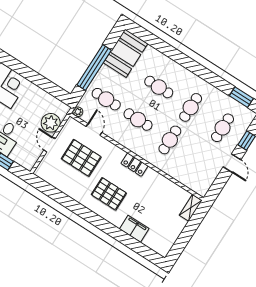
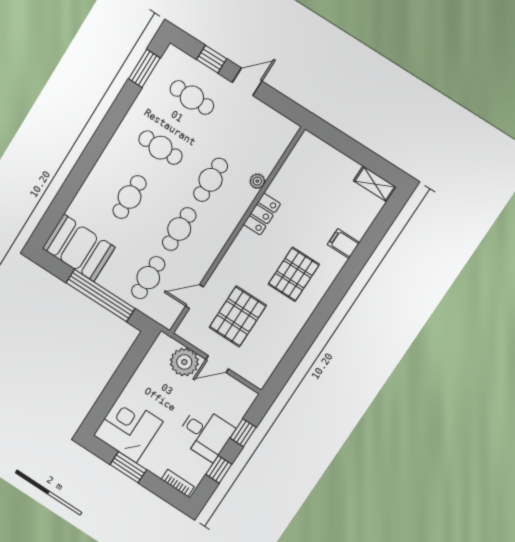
plant: (78, 112) -> (257, 181), moved
cafe table: (170, 140) -> (211, 180), turned 90
locker: (135, 165) -> (262, 214), moved
shelving: (191, 208) -> (375, 184), moved
filing cabinet: (134, 229) -> (343, 243), width x0.50

